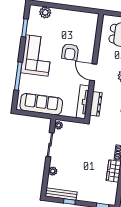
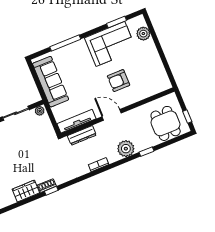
corner sofa: (37, 56) -> (110, 44), moved
door: (93, 72) -> (112, 115), hinge flipped

